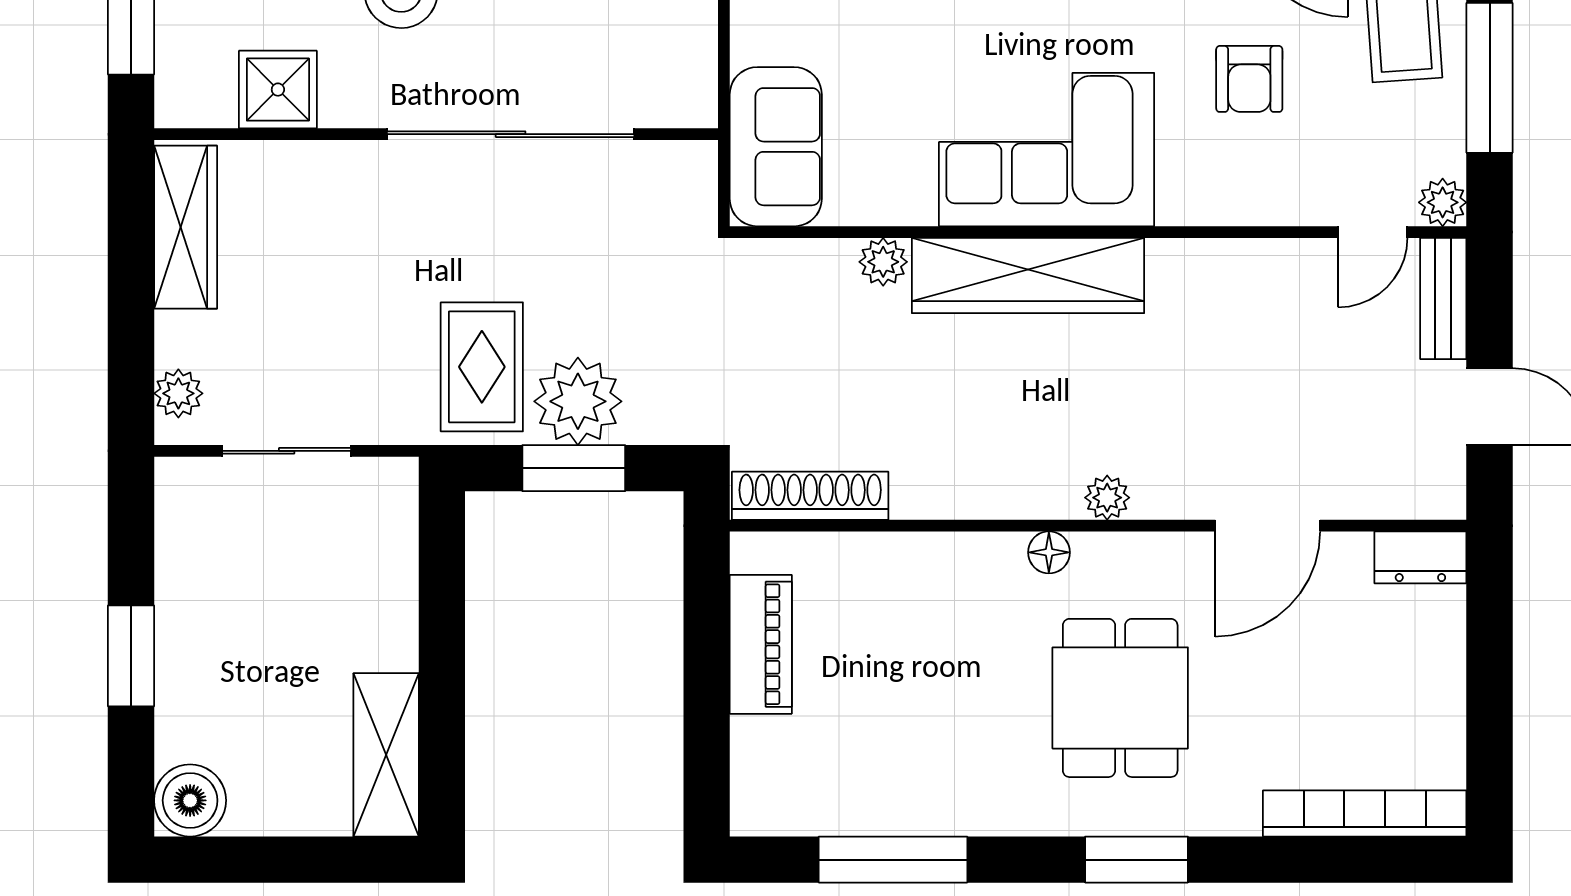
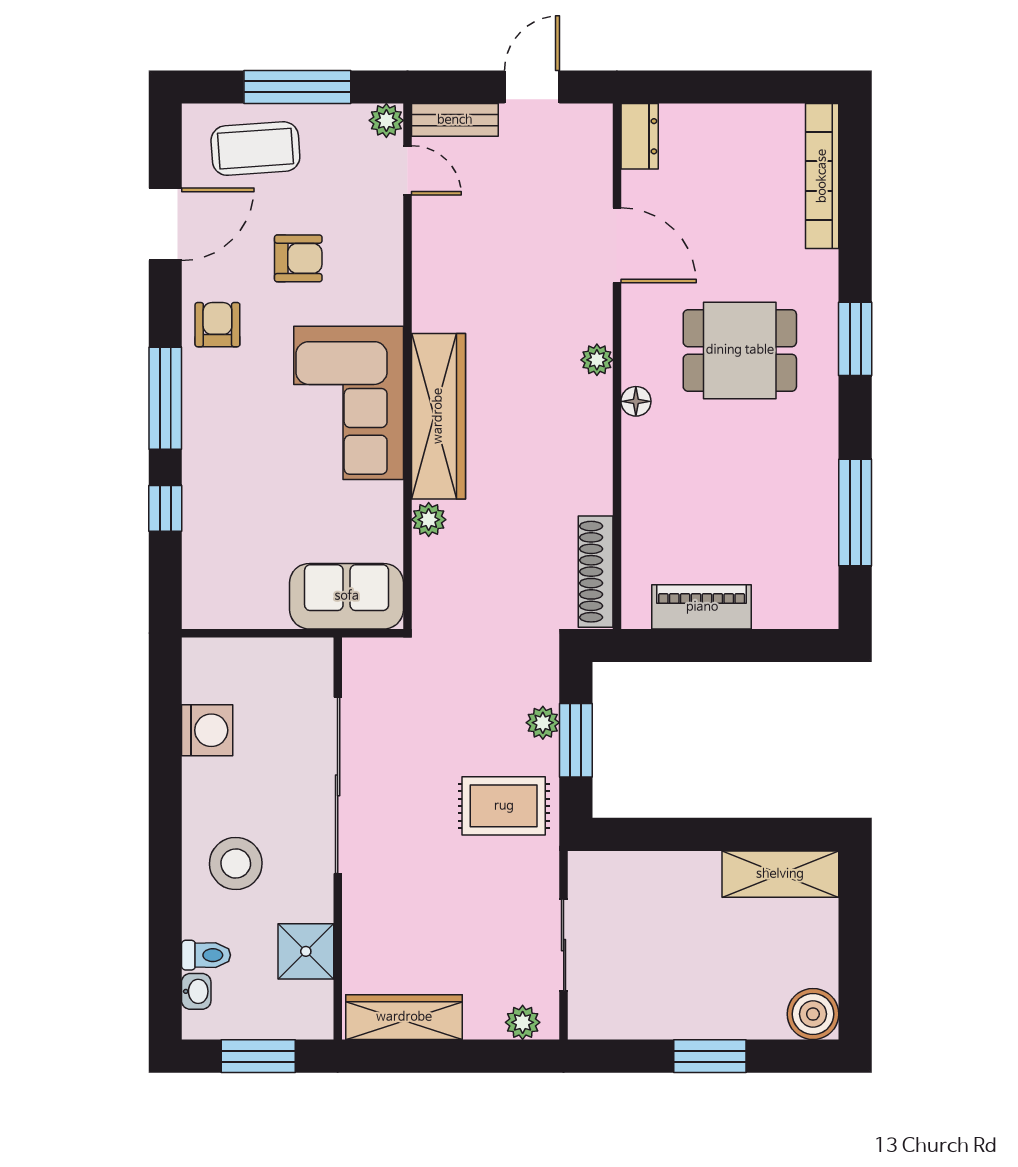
plant: (578, 401) -> (543, 723), width x0.53, depth x0.53

